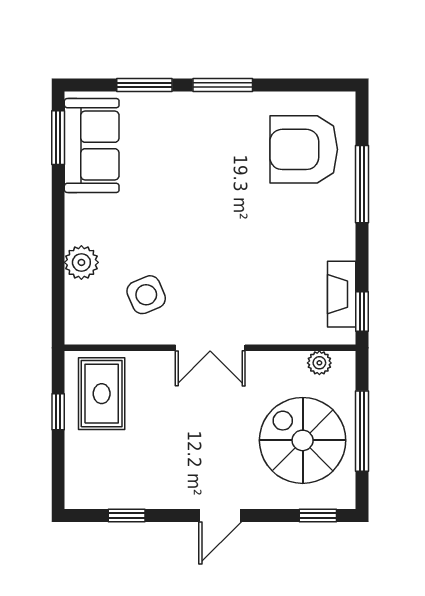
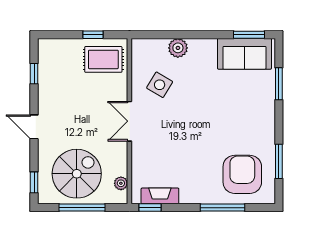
window: (223, 85) -> (279, 161), moved
side table: (146, 295) -> (160, 85), turned -36

